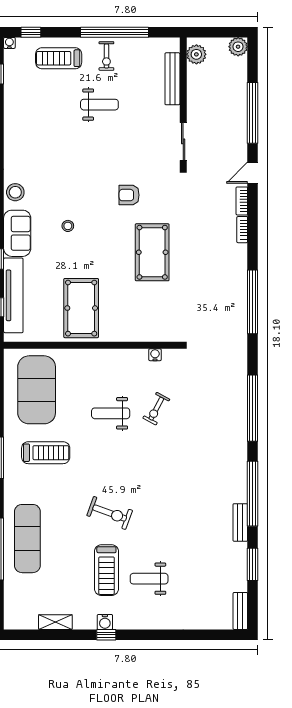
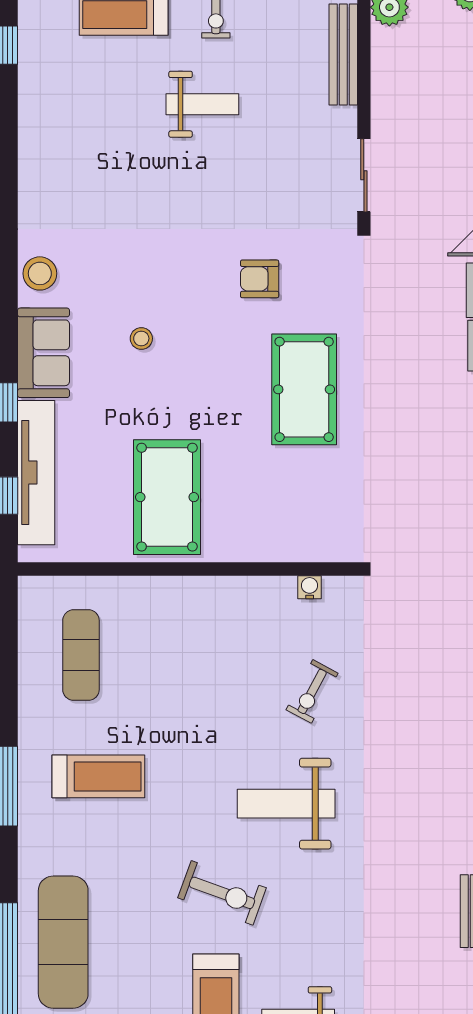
exercise mat: (37, 390) -> (81, 655), width x0.50, depth x0.69
weight bench: (111, 413) -> (286, 804), moved, width x1.36, depth x1.33

